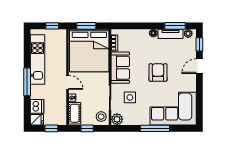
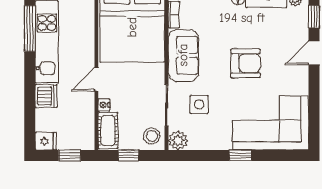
armchair: (158, 72) -> (246, 63), turned 90
window: (27, 82) -> (30, 29), moved
door: (68, 82) -> (96, 79), swing flipped
dishwasher: (37, 106) -> (46, 96), moved
window: (155, 128) -> (240, 155), width x0.46

